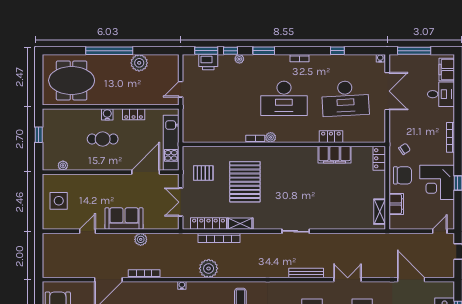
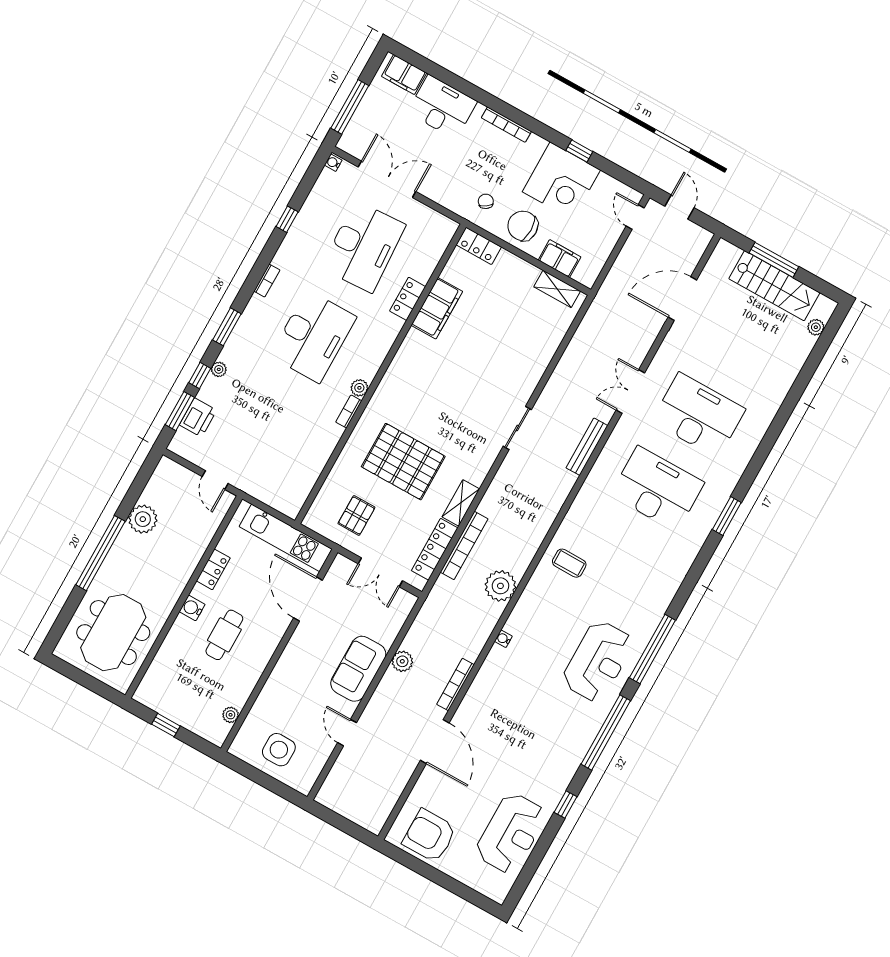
desk: (441, 94) -> (442, 107), width x1.37
chair: (403, 175) -> (523, 226), turned -90

